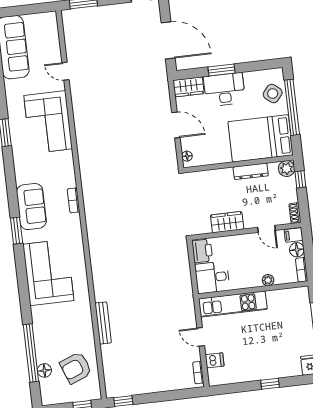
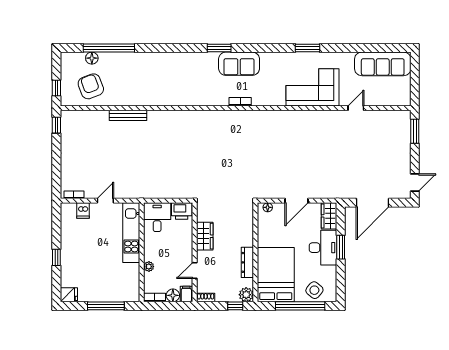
corner sofa: (48, 272) -> (179, 72), removed

